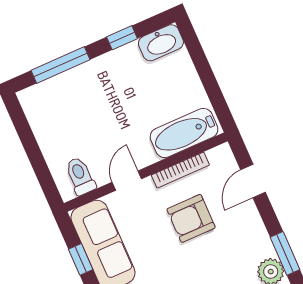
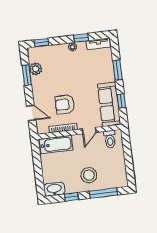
stool: (100, 92) -> (89, 175), added
door: (253, 181) -> (31, 113), hinge flipped
armchair: (191, 218) -> (65, 104), turned 180

